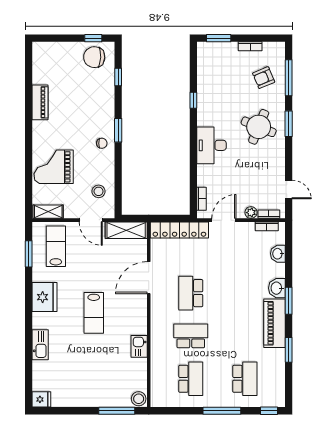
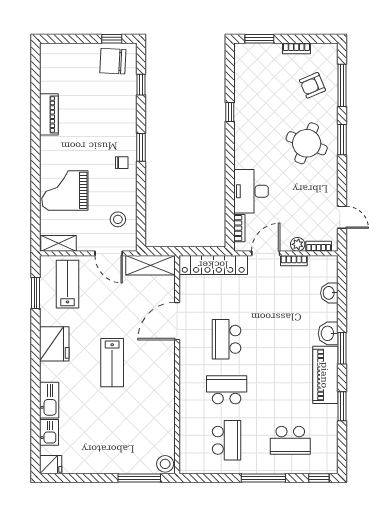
desk: (212, 145) -> (251, 191), moved
bookcase: (267, 226) -> (294, 261), moved
kitchen sink: (139, 346) -> (49, 432), moved, turned 180
school desk: (245, 379) -> (290, 440), turned 90

